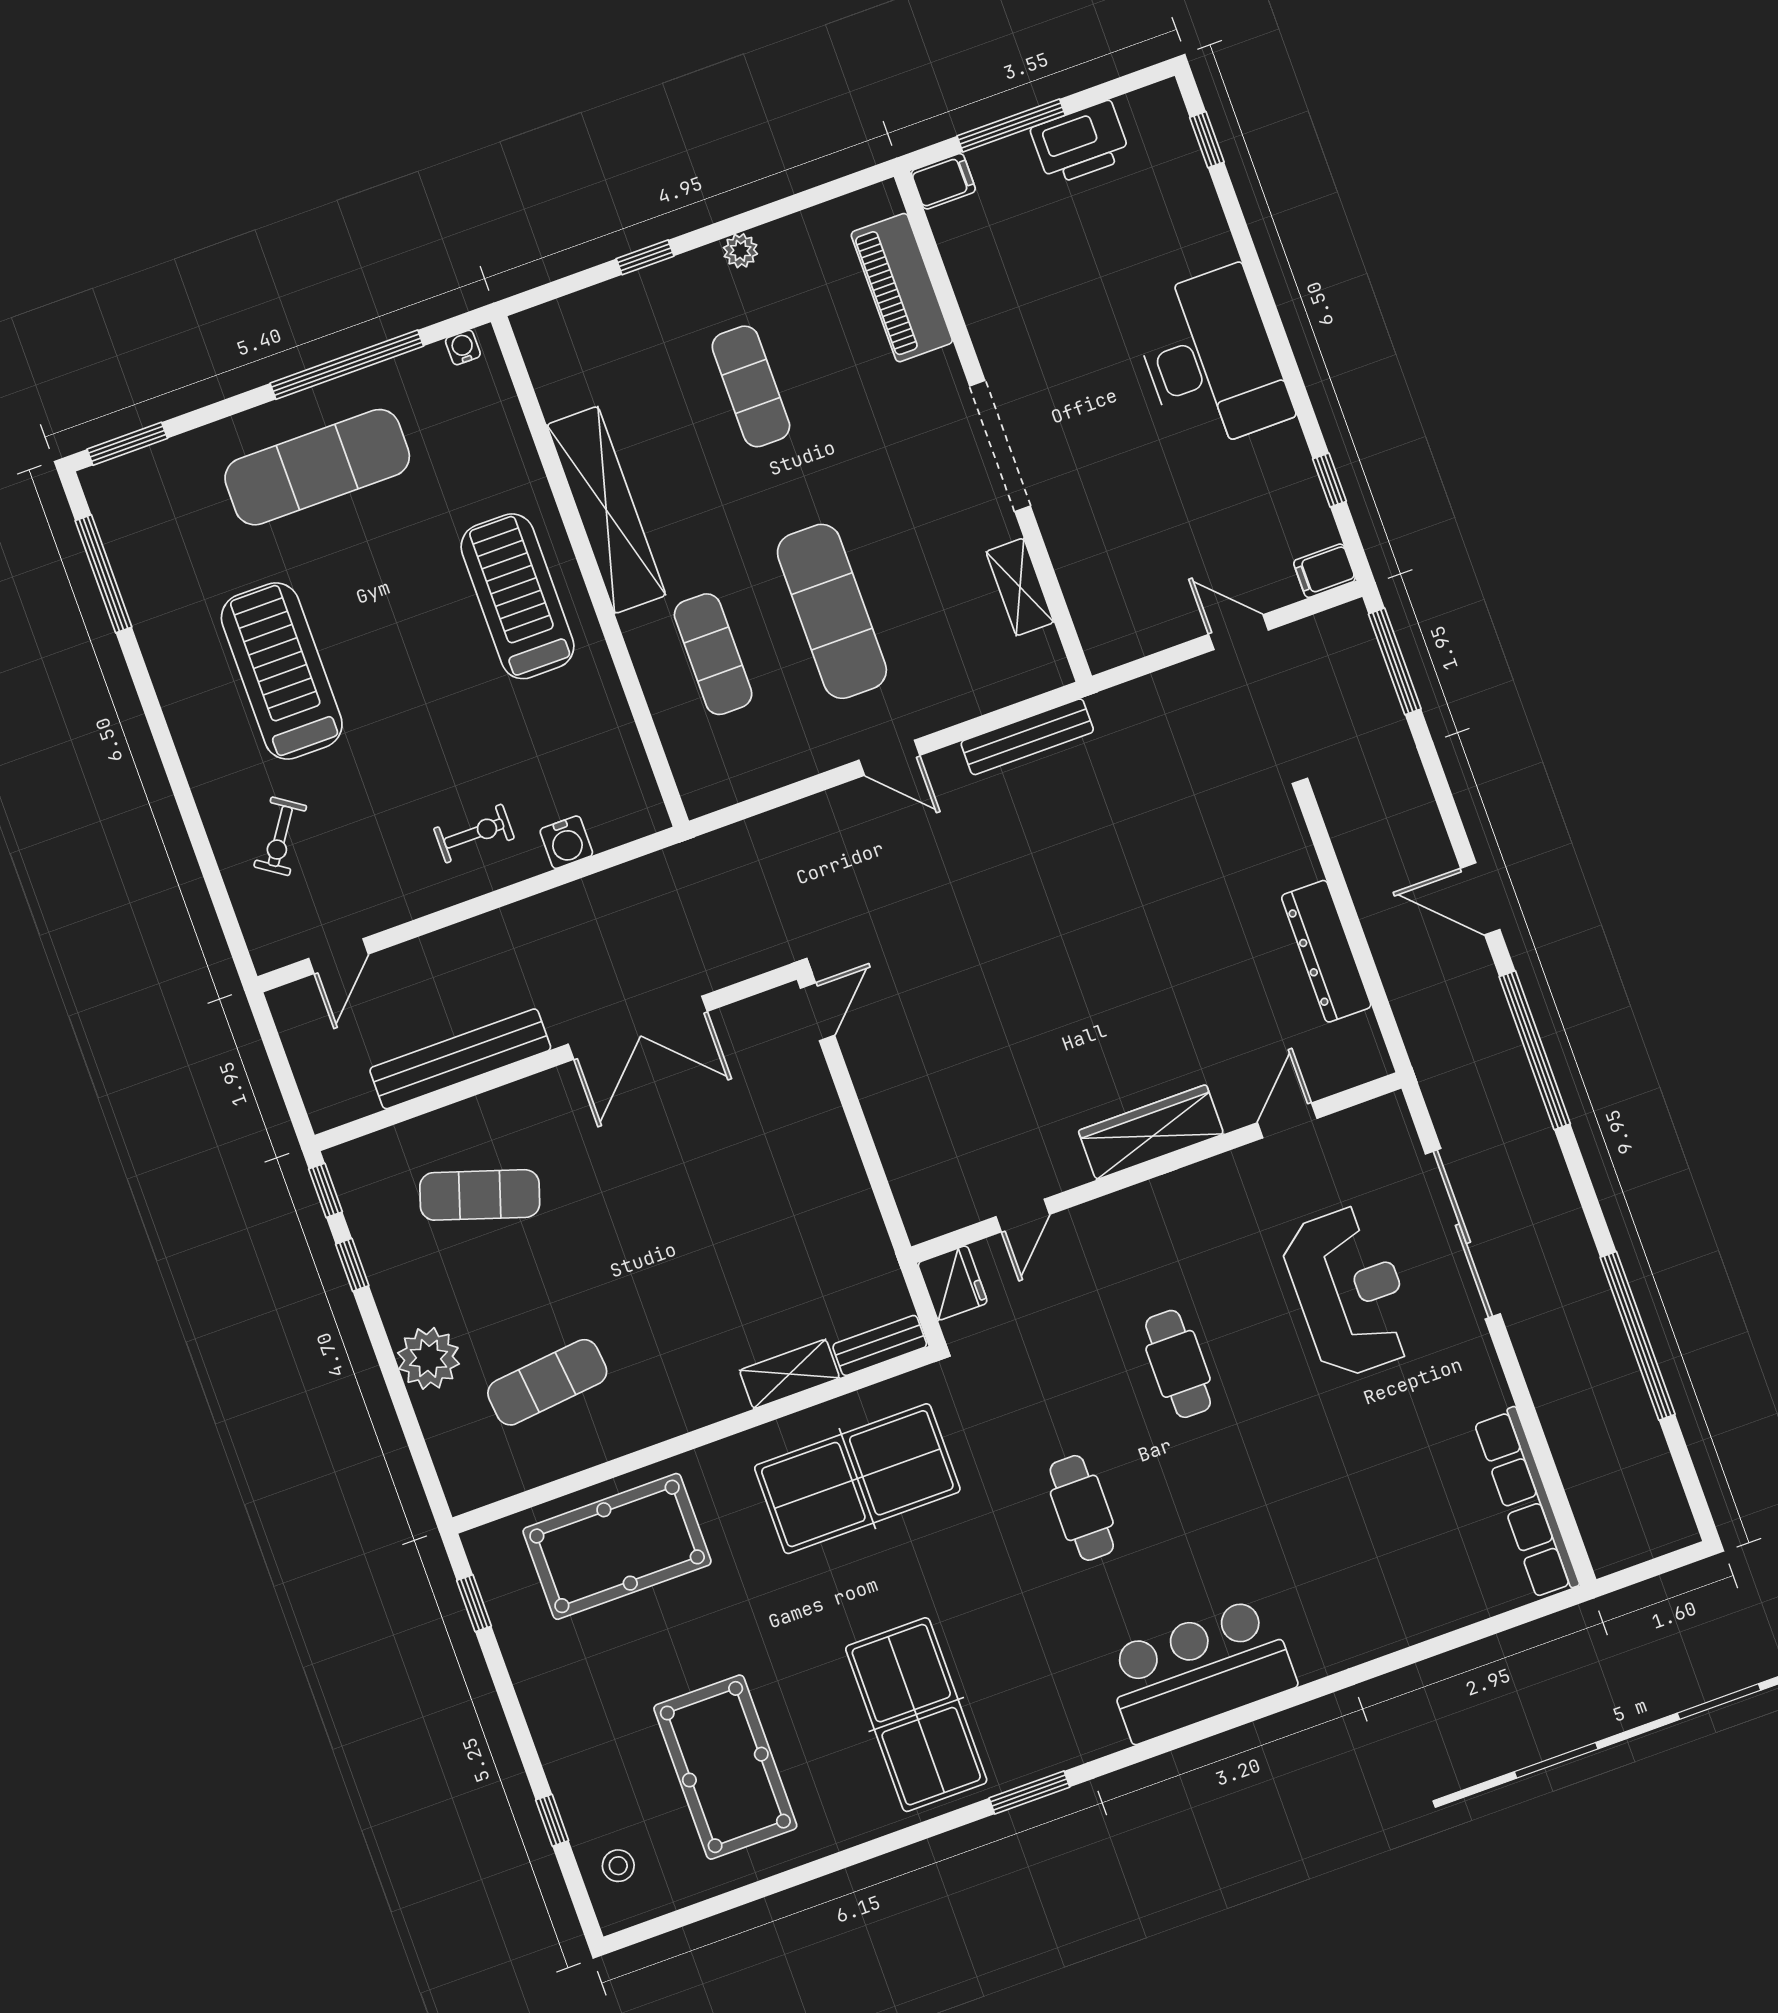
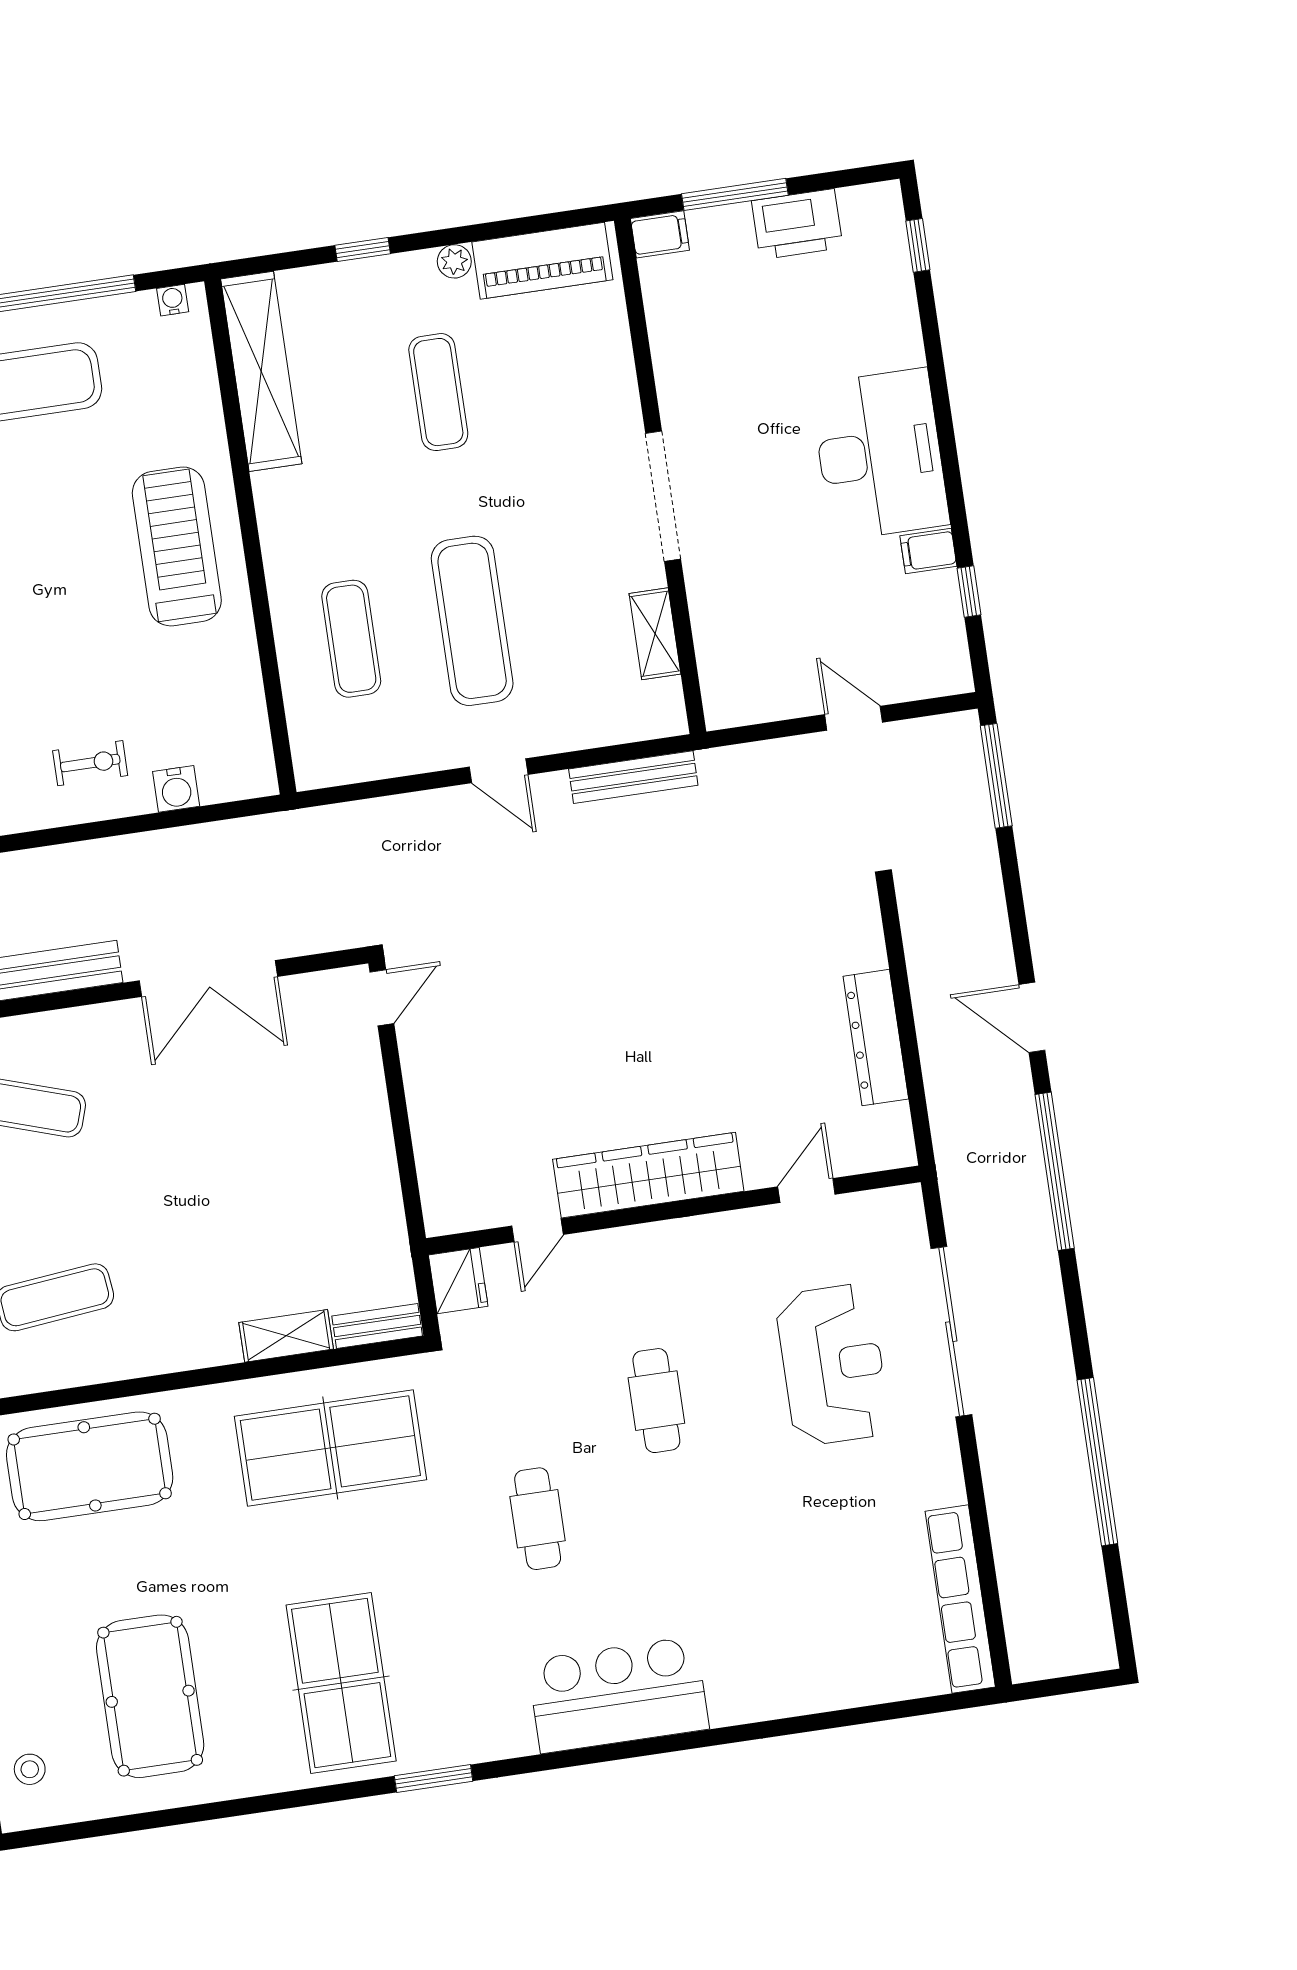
piano: (902, 288) -> (542, 261), moved, turned -90
shelving: (606, 510) -> (261, 371), moved
filing cabinet: (1324, 571) -> (928, 551), moved
wardrobe: (1151, 1132) -> (648, 1175), width x1.40, depth x1.17

